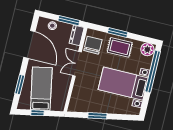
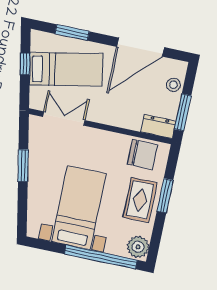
double door: (77, 64) -> (64, 118), moved

